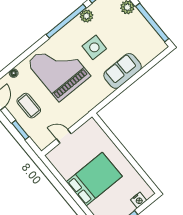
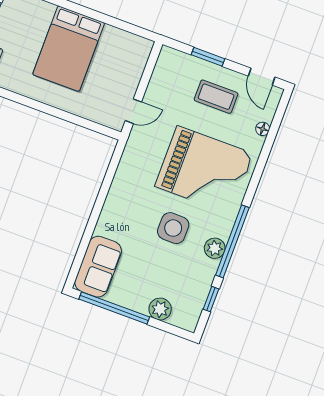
plant: (87, 16) -> (215, 248), moved
sofa: (123, 71) -> (98, 267), moved
door: (64, 136) -> (133, 111), moved

